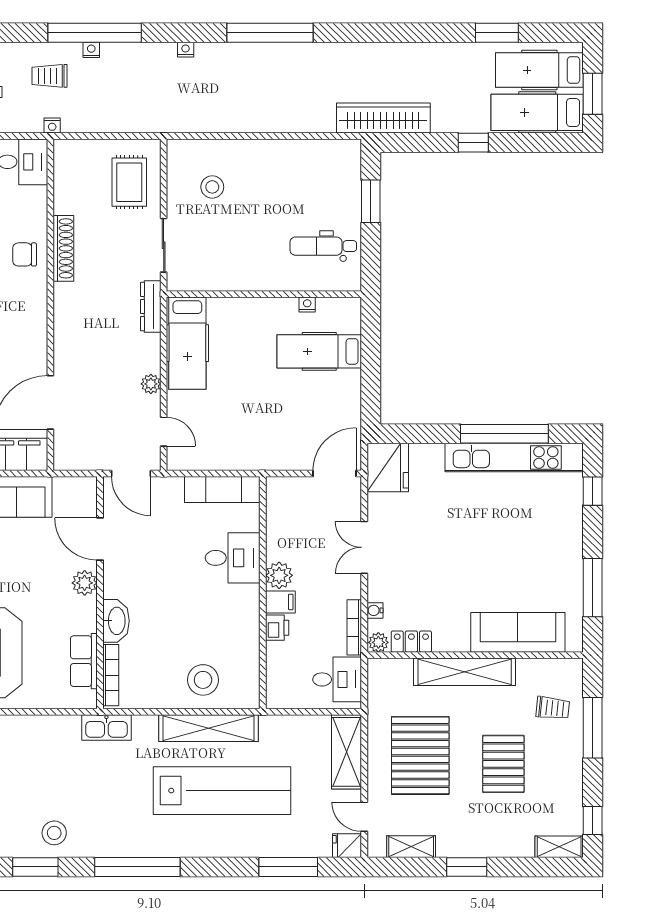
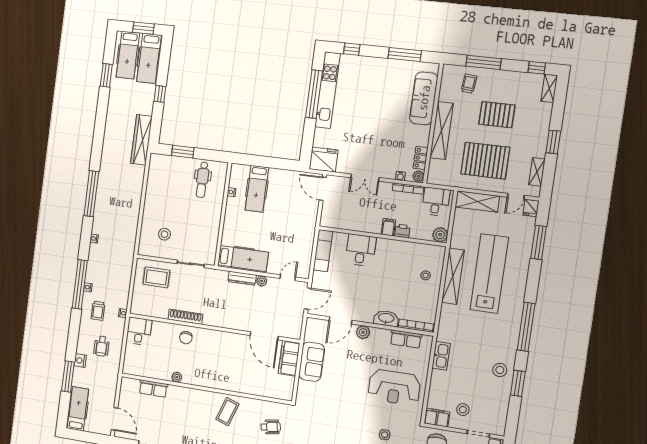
dresser: (151, 306) -> (242, 278), moved
plant: (279, 575) -> (440, 235), moved
stool: (203, 680) -> (426, 275), width x0.53, depth x0.53
kitchen sink: (106, 728) -> (441, 356), moved

